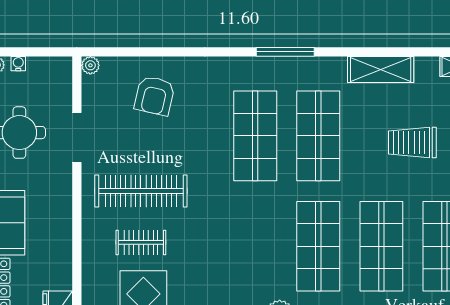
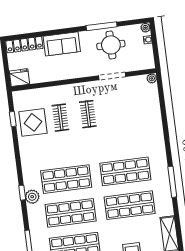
armchair: (155, 96) -> (140, 115), removed
clothes rail: (141, 191) -> (88, 114), width x0.54, depth x0.76
shop shelf: (255, 246) -> (66, 179), added

